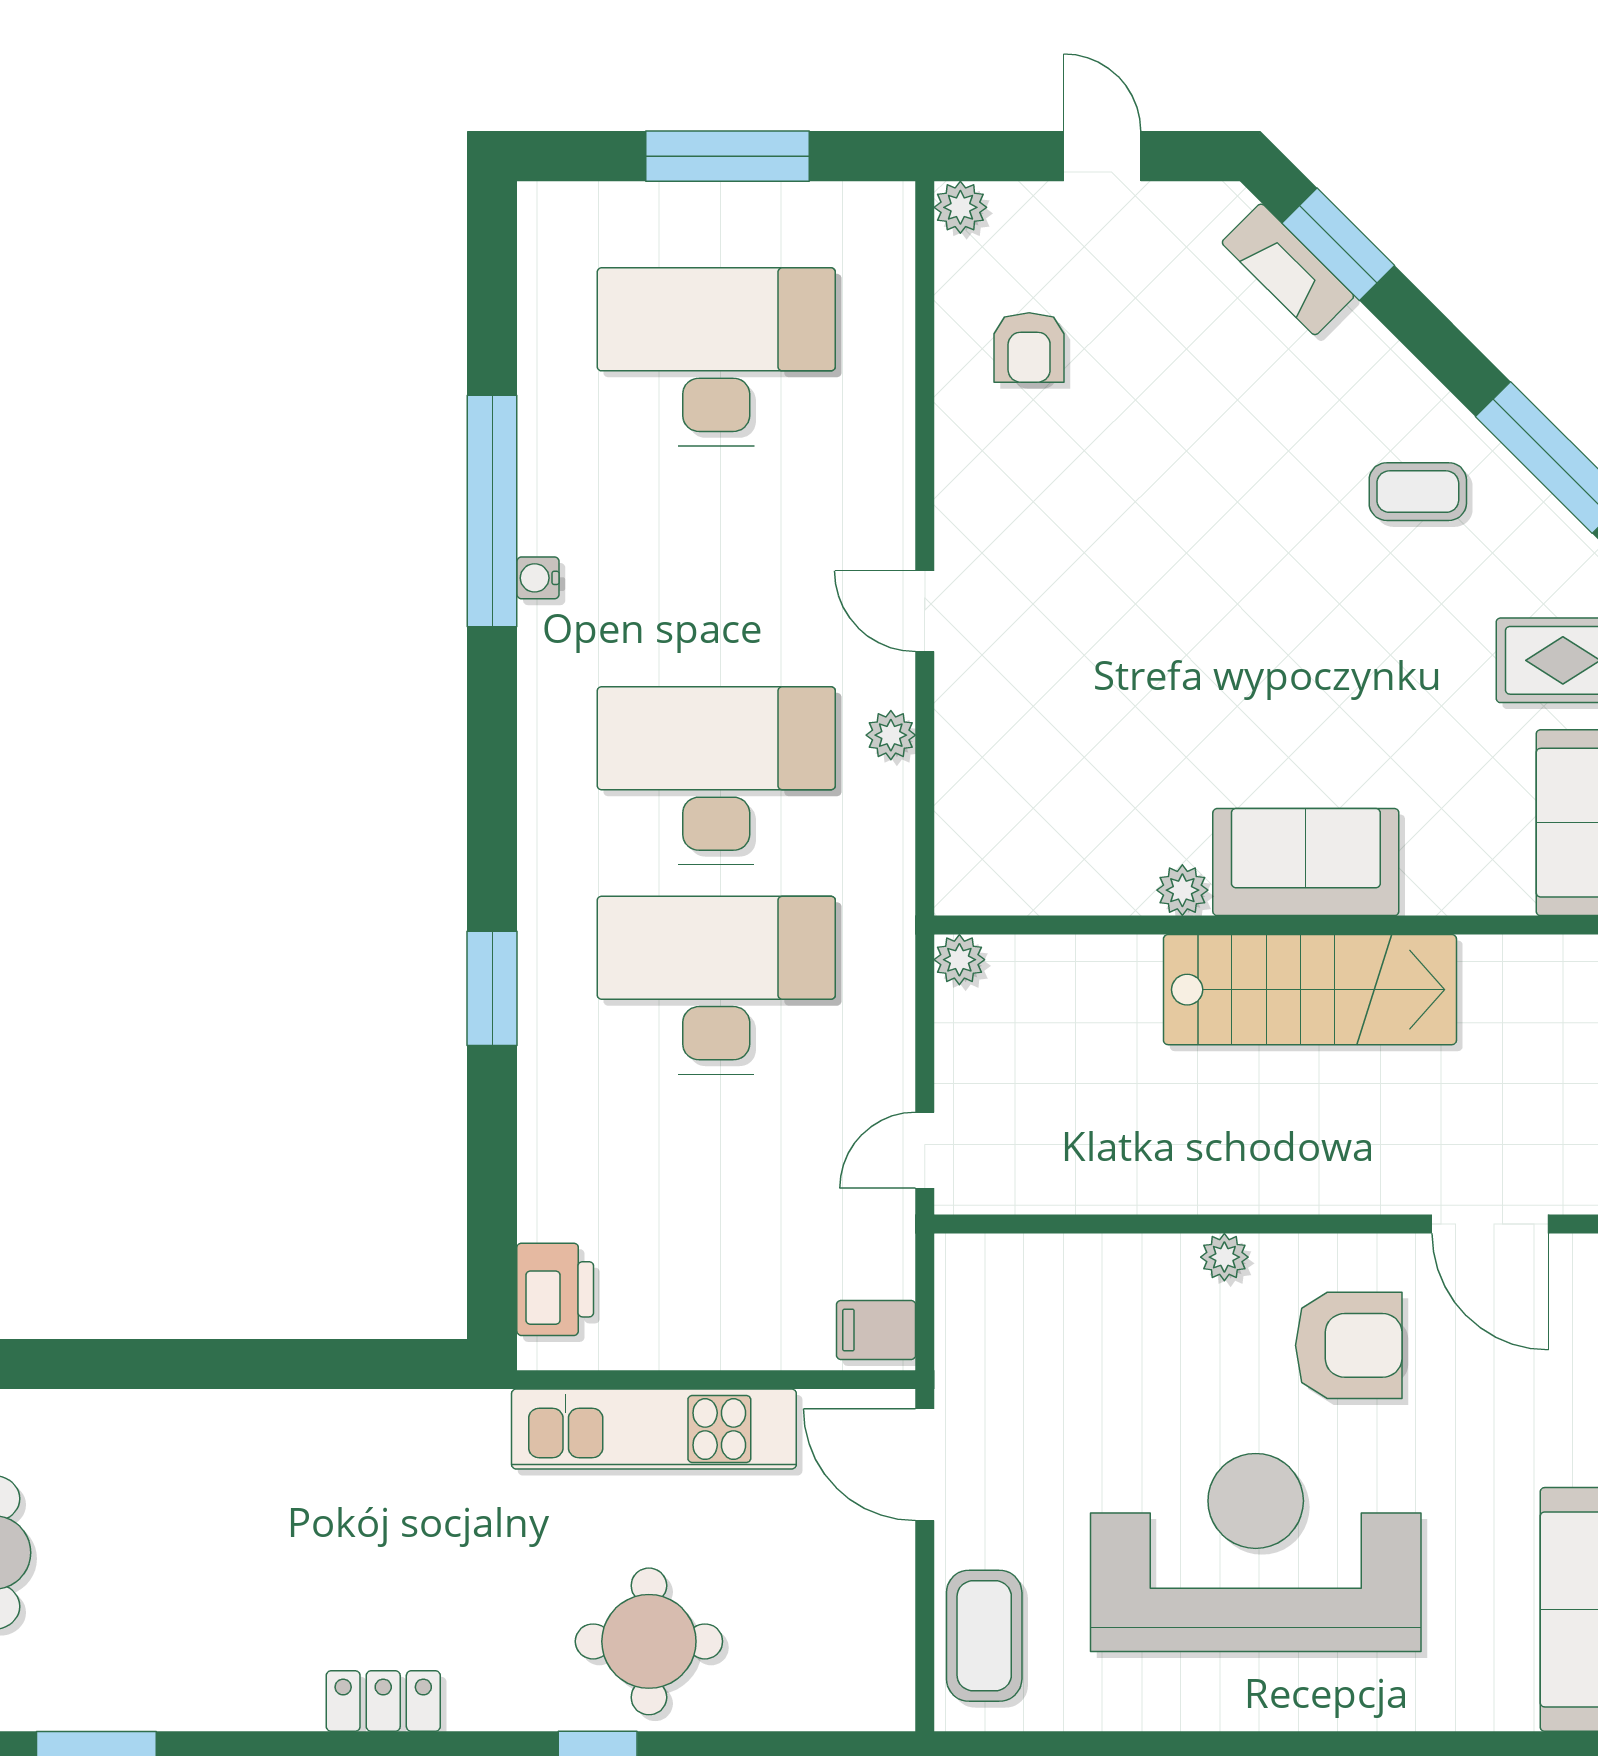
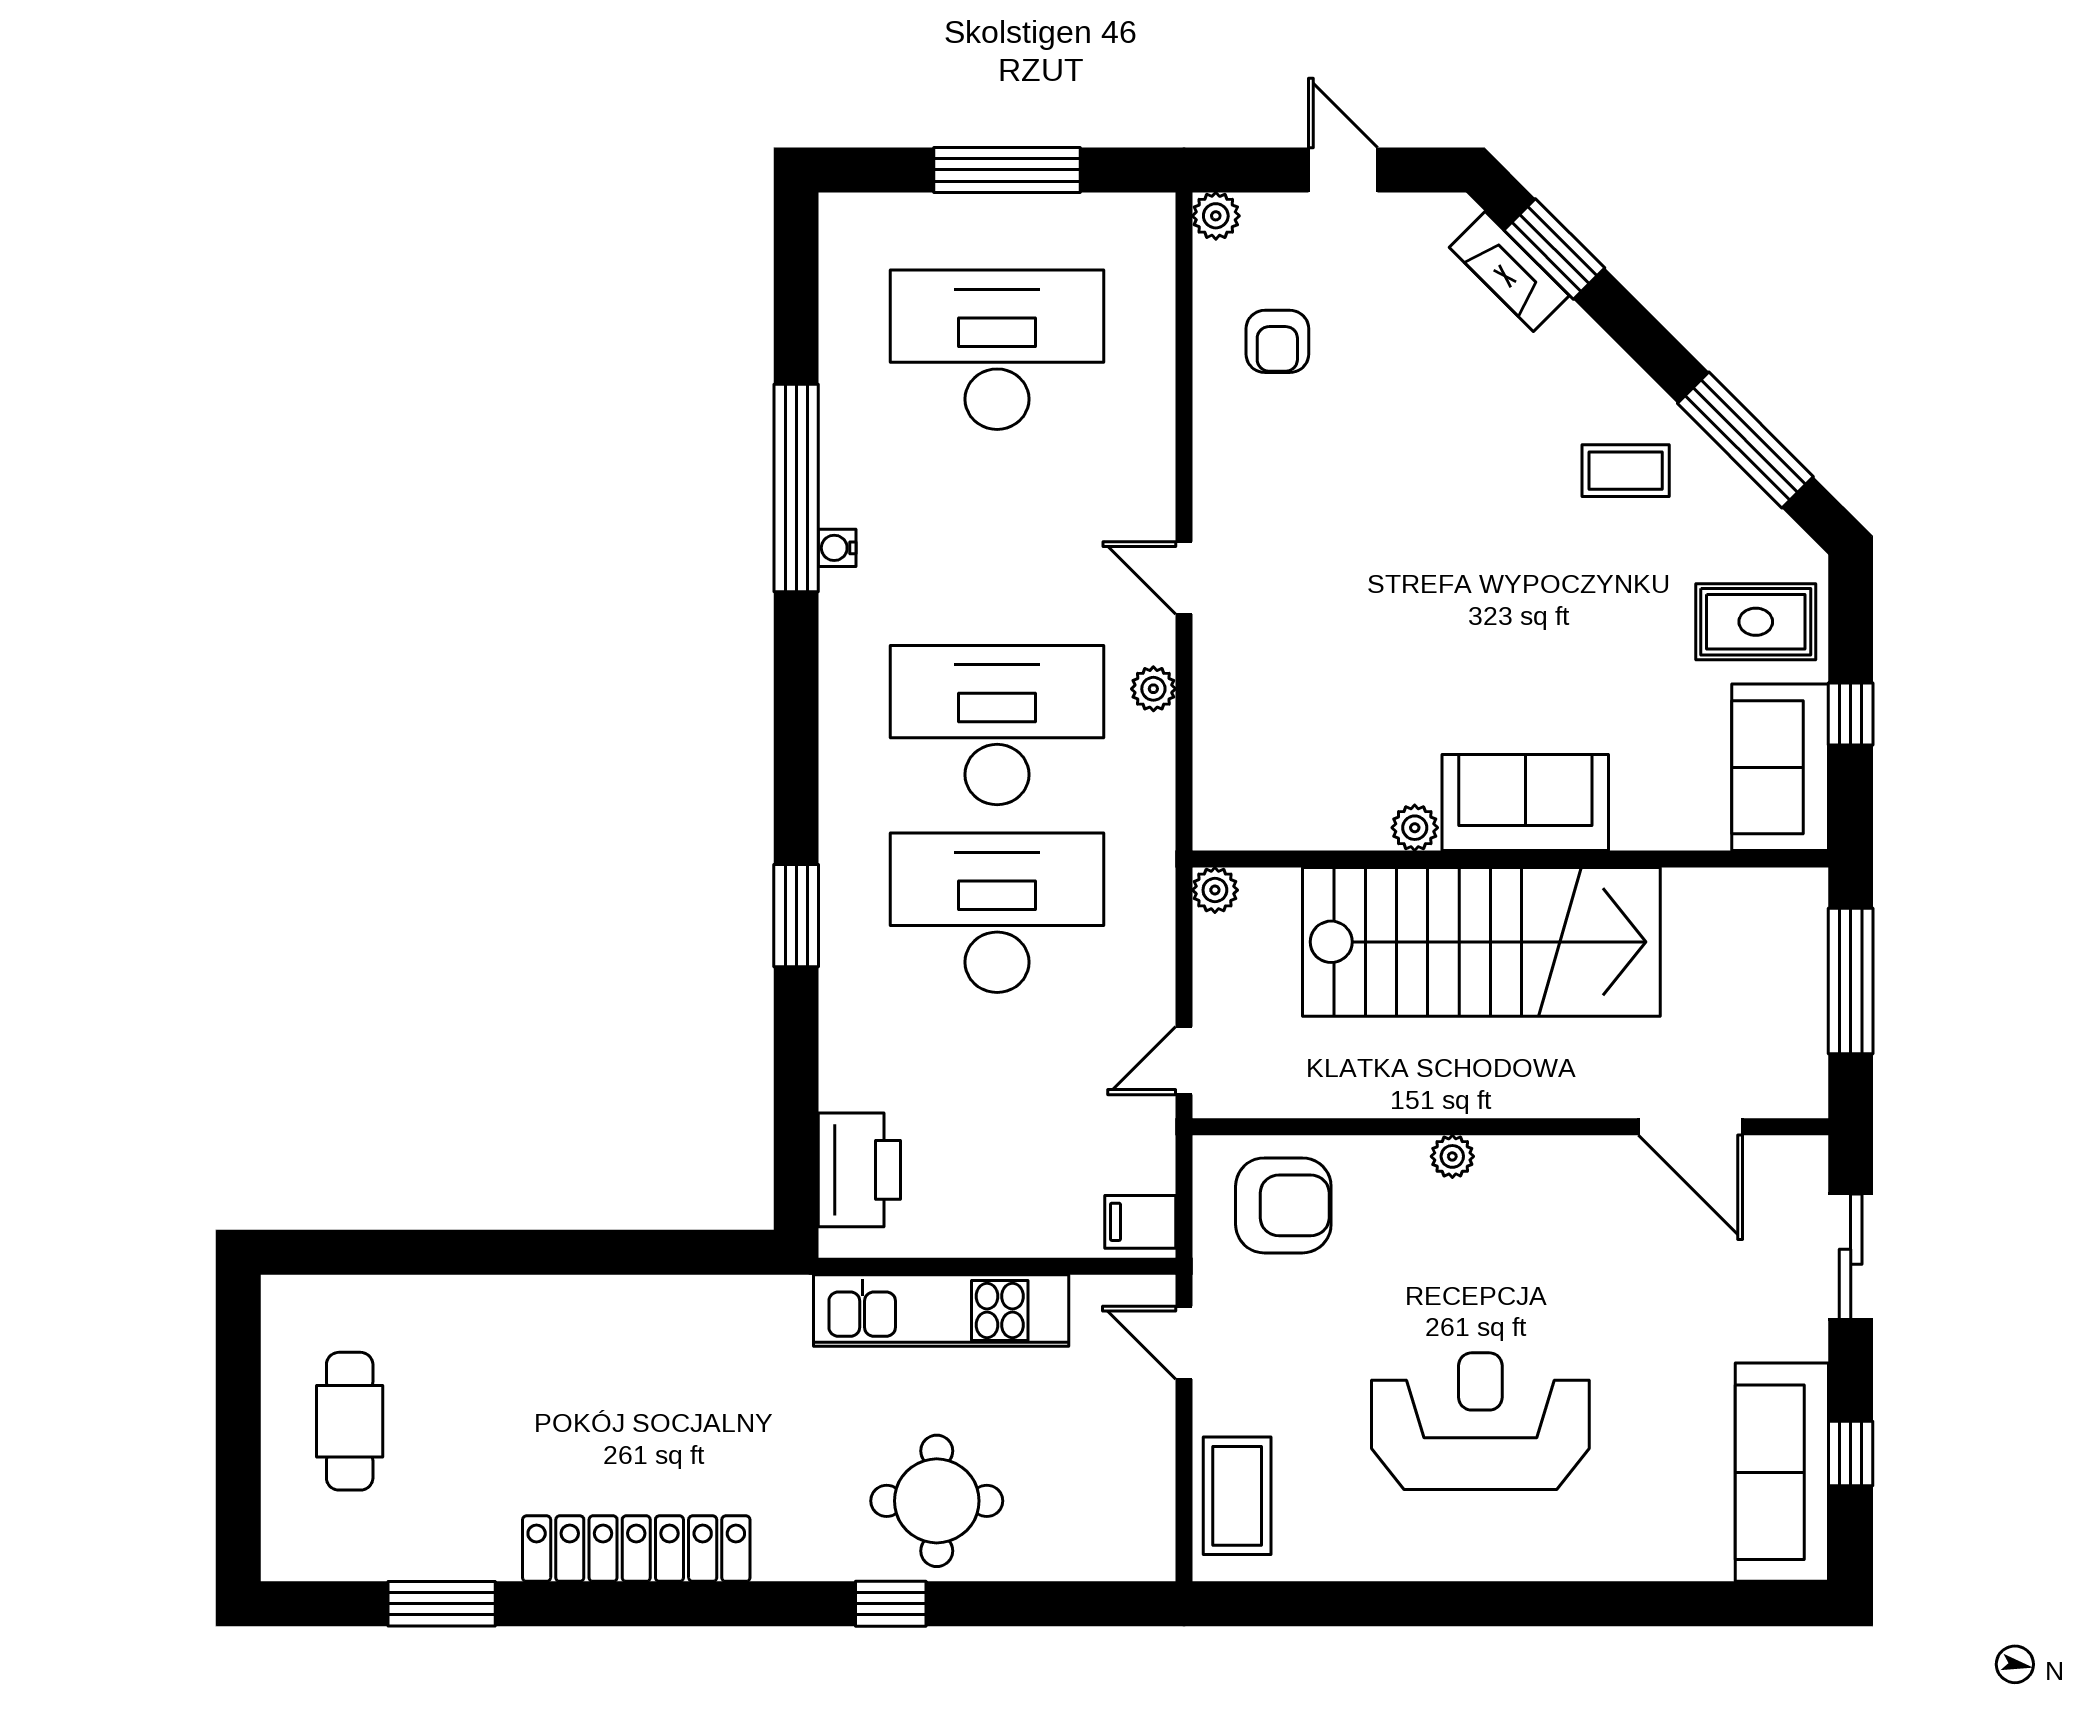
stairs: (1310, 990) -> (1481, 942), width x1.36, depth x1.51
printer: (555, 1289) -> (859, 1170), width x1.37, depth x1.19
armchair: (1349, 1345) -> (1283, 1205), moved
door: (925, 1465) -> (1184, 1343), width x0.73
reception desk: (1256, 1552) -> (1480, 1421), width x0.74, depth x0.77
locker: (383, 1701) -> (636, 1549), width x2.16, depth x1.21

